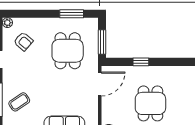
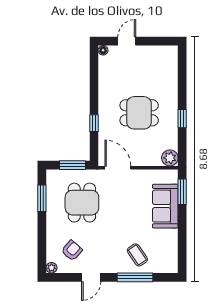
dining table: (68, 51) -> (82, 203), turned 90

